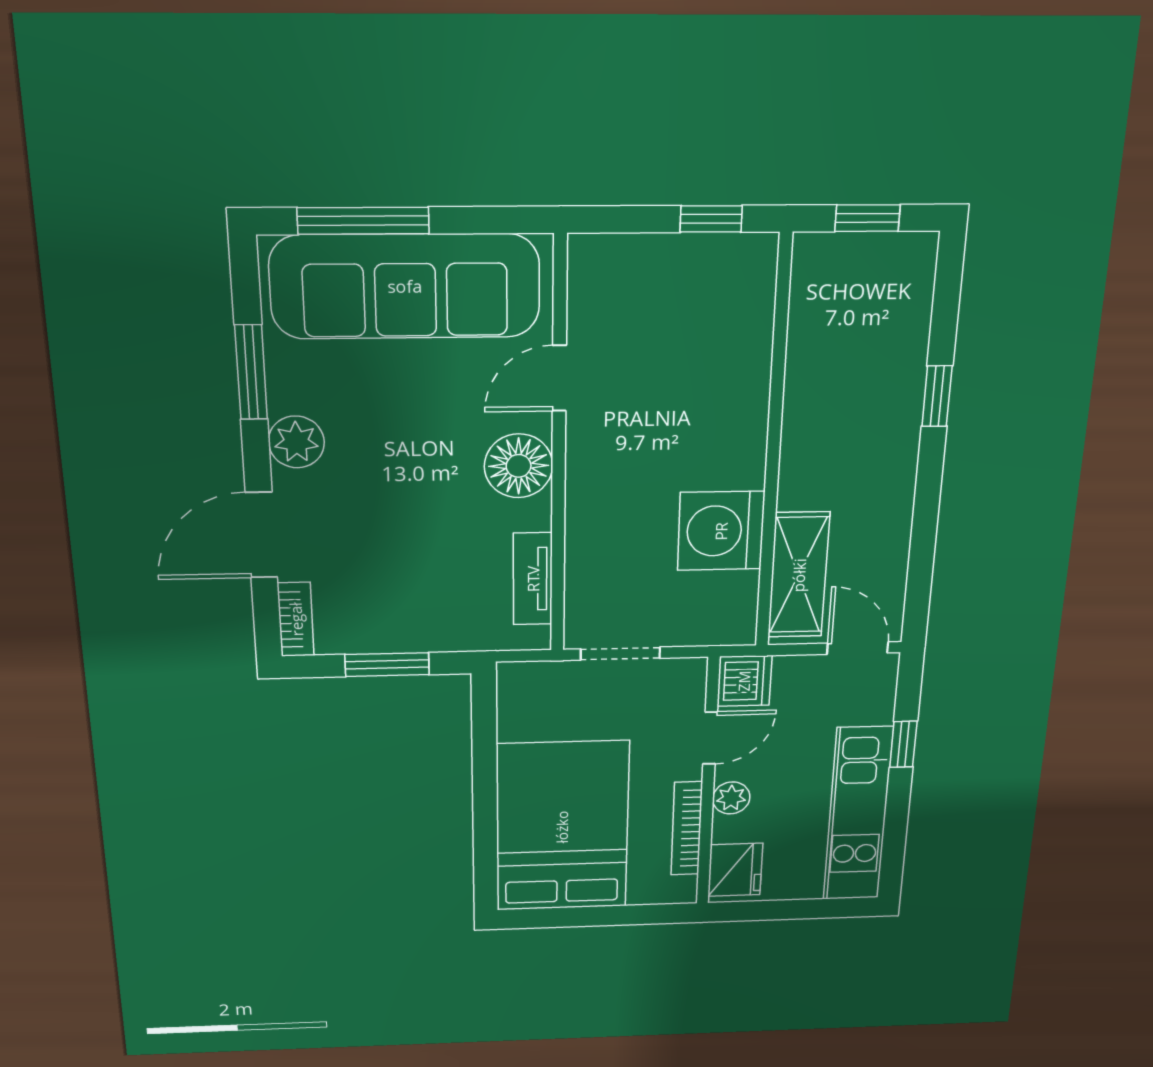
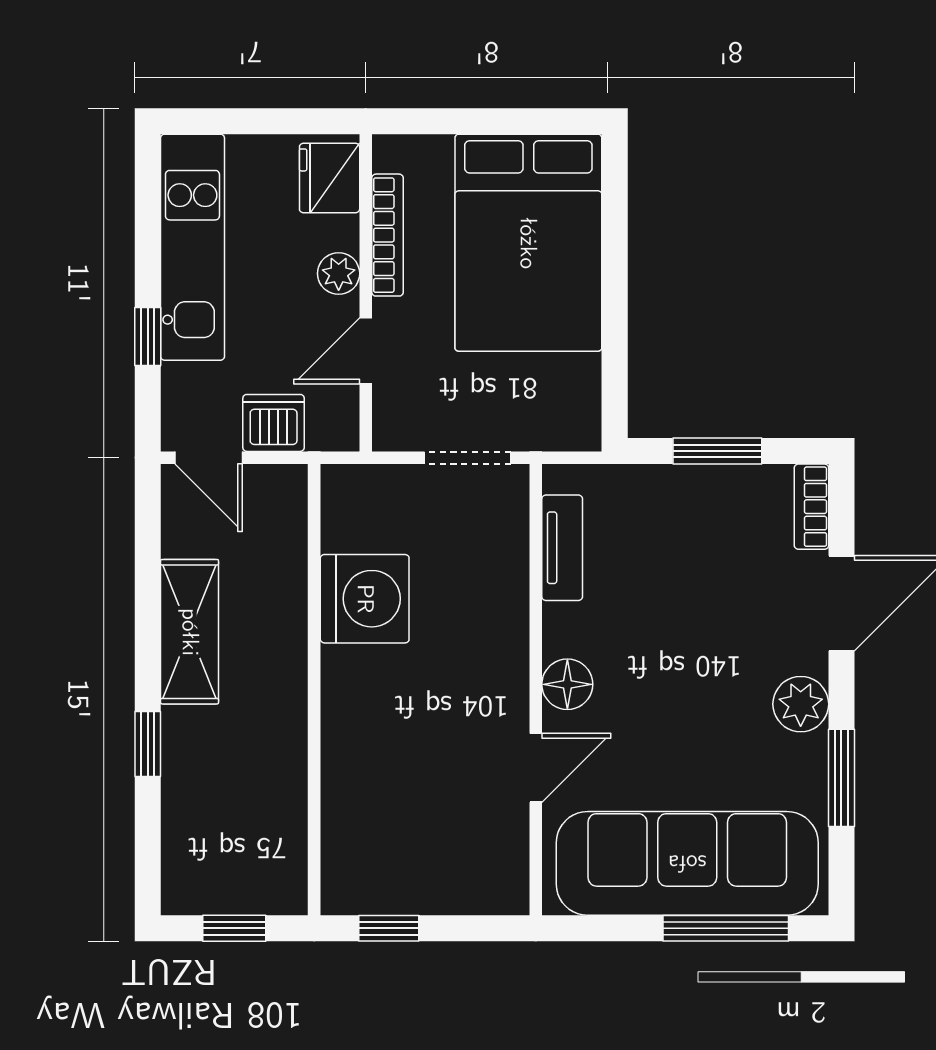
floor lamp: (519, 466) -> (567, 684), width x0.73, depth x0.73
shelving: (799, 575) -> (190, 632), moved
dishwasher: (744, 681) -> (274, 423), moved, turned 90

